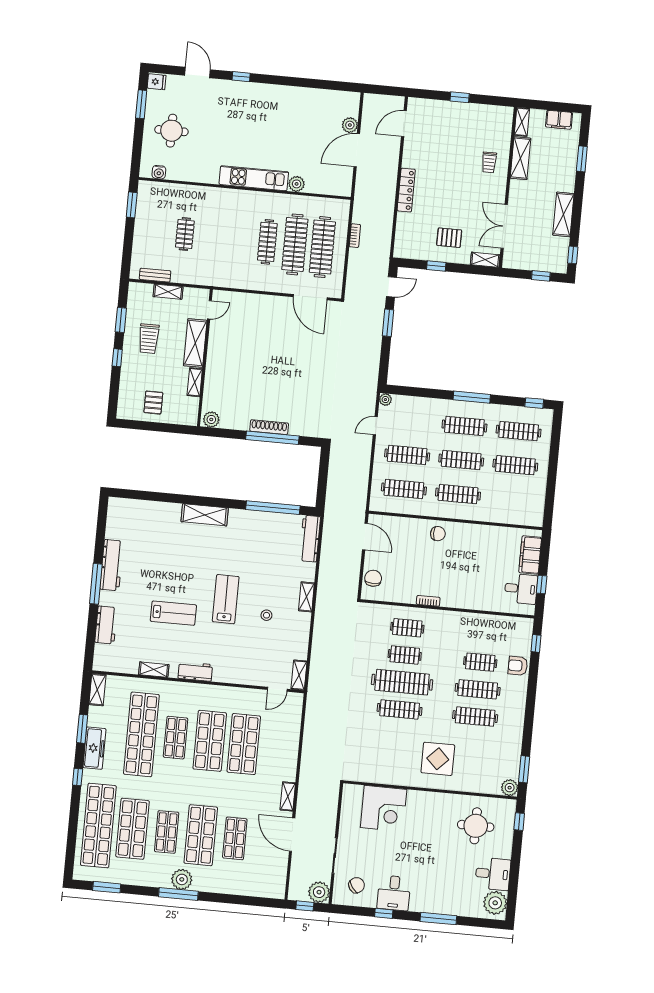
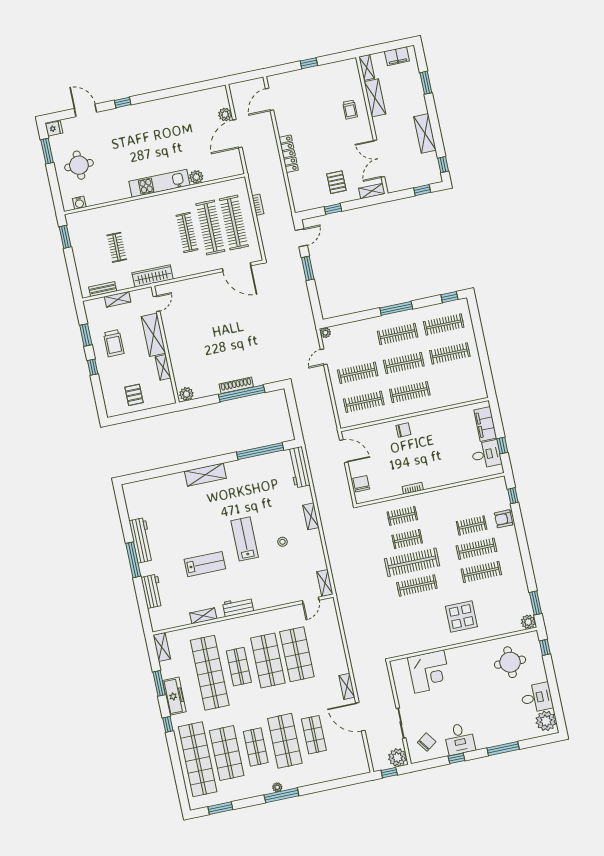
pallet: (449, 238) -> (336, 182), turned 90
wardrobe: (215, 278) -> (153, 276), added
plant: (182, 879) -> (277, 787), width x0.53, depth x0.53

